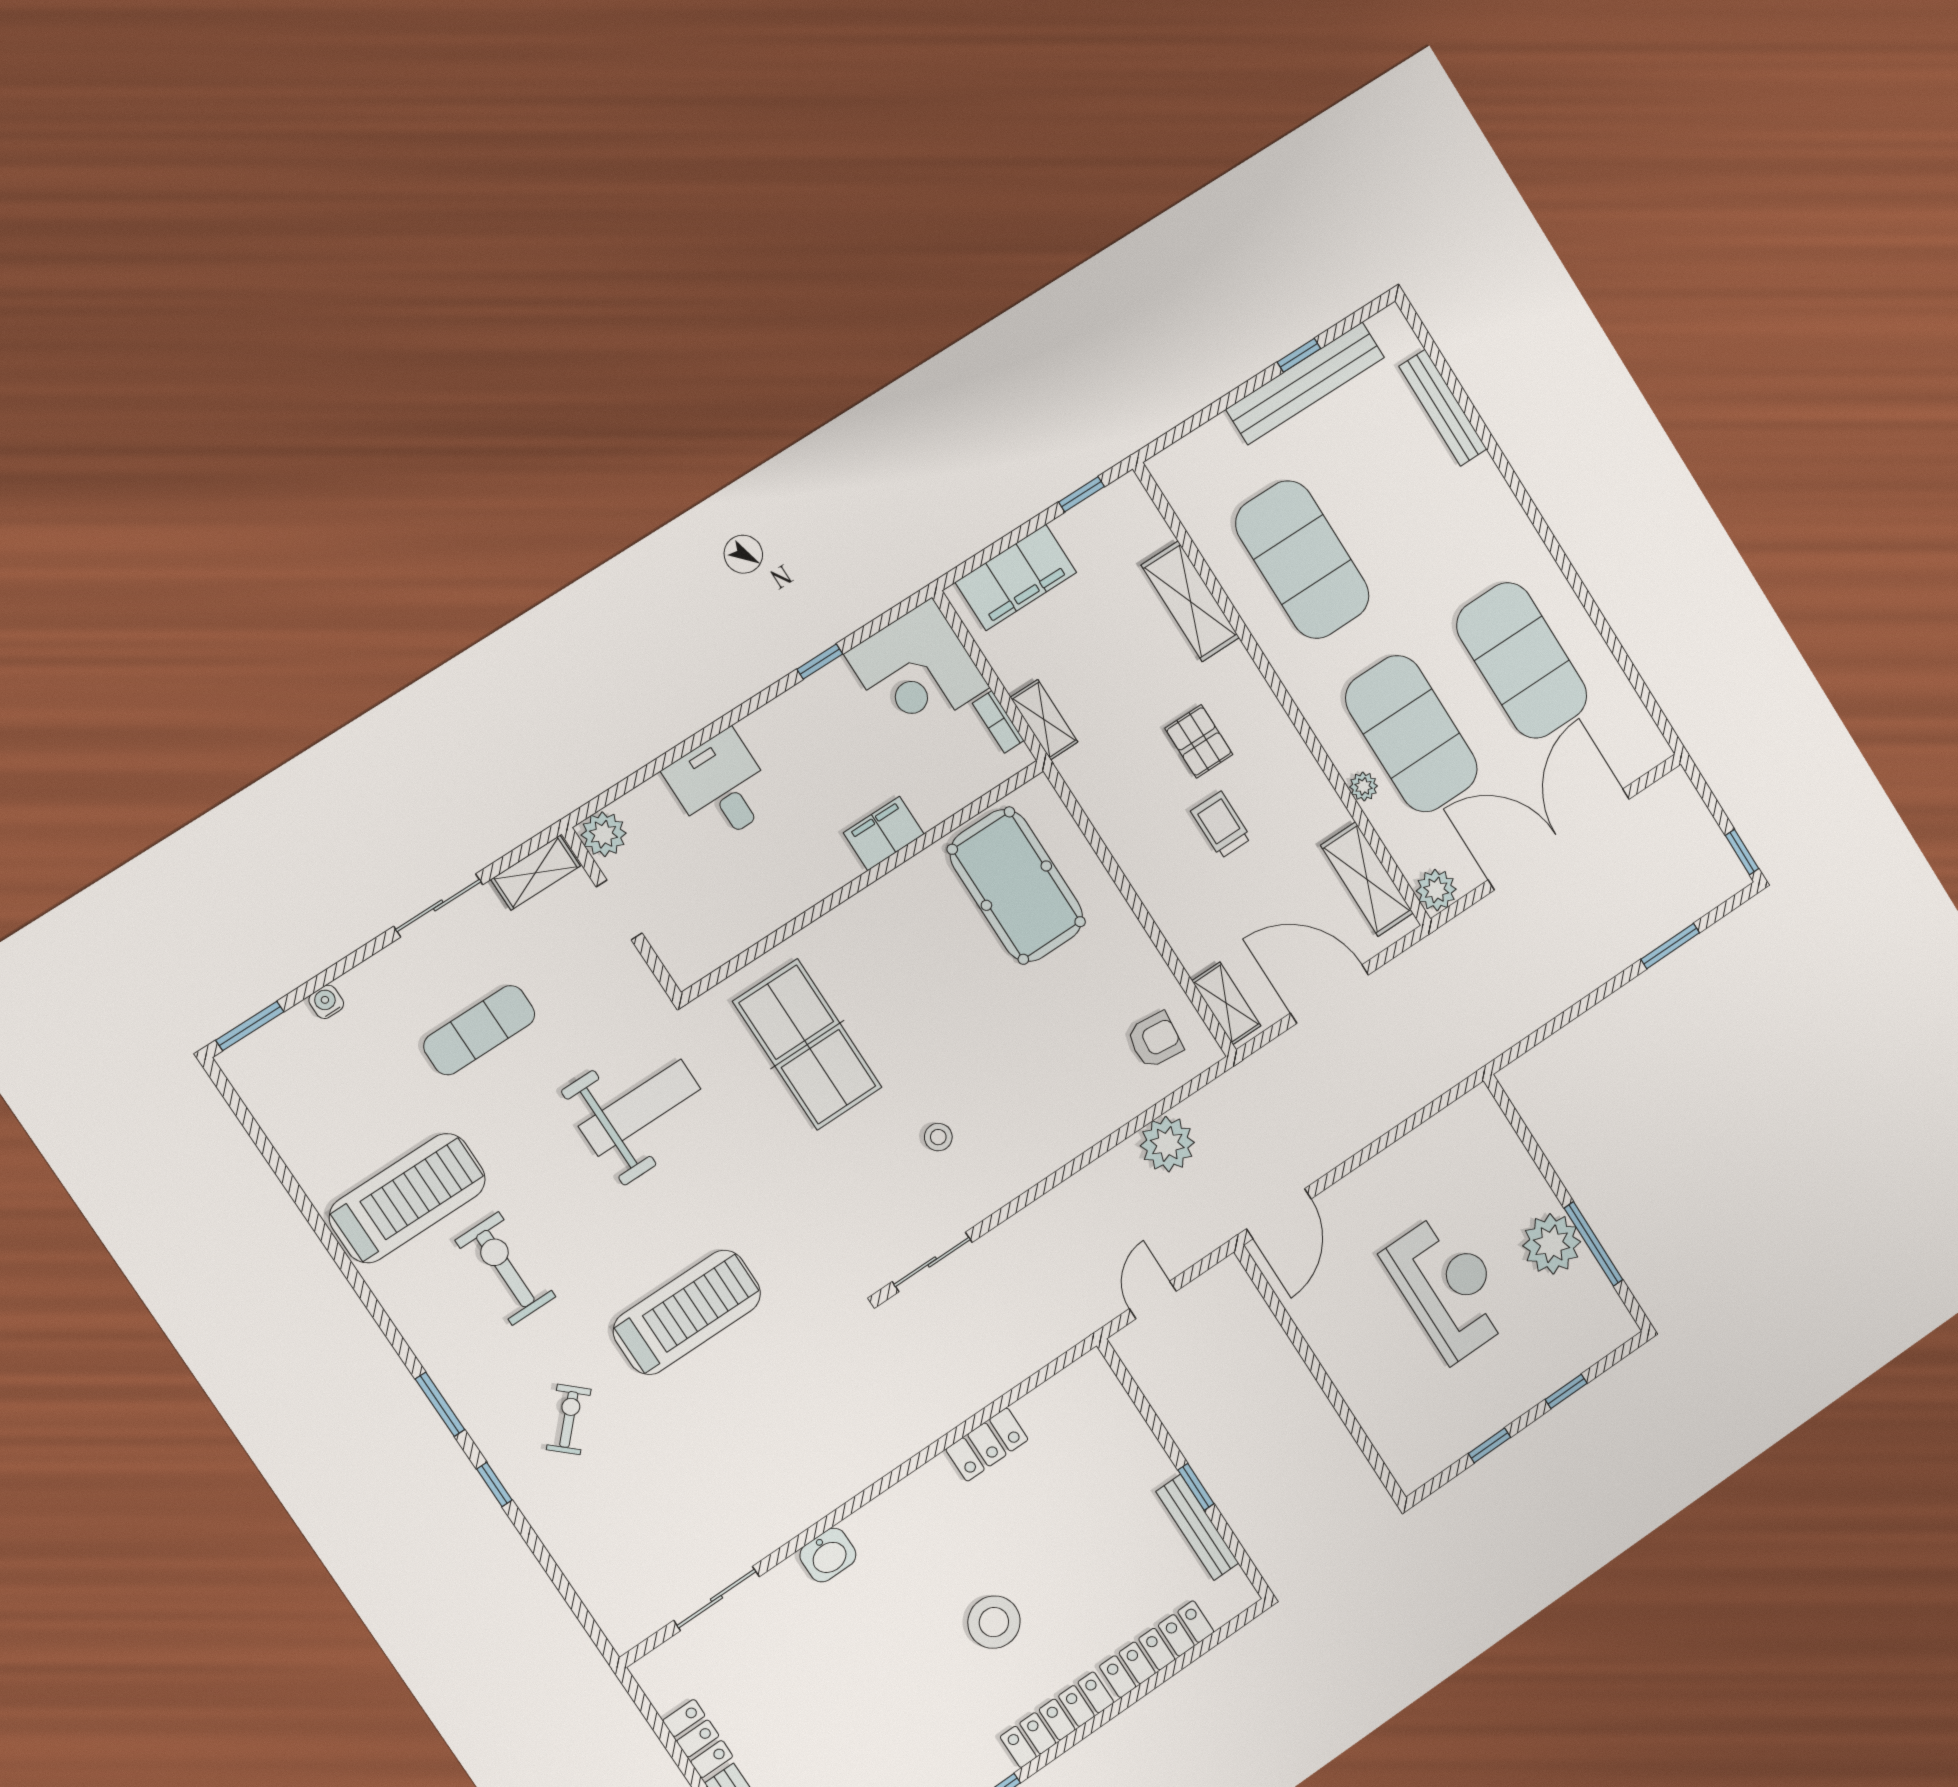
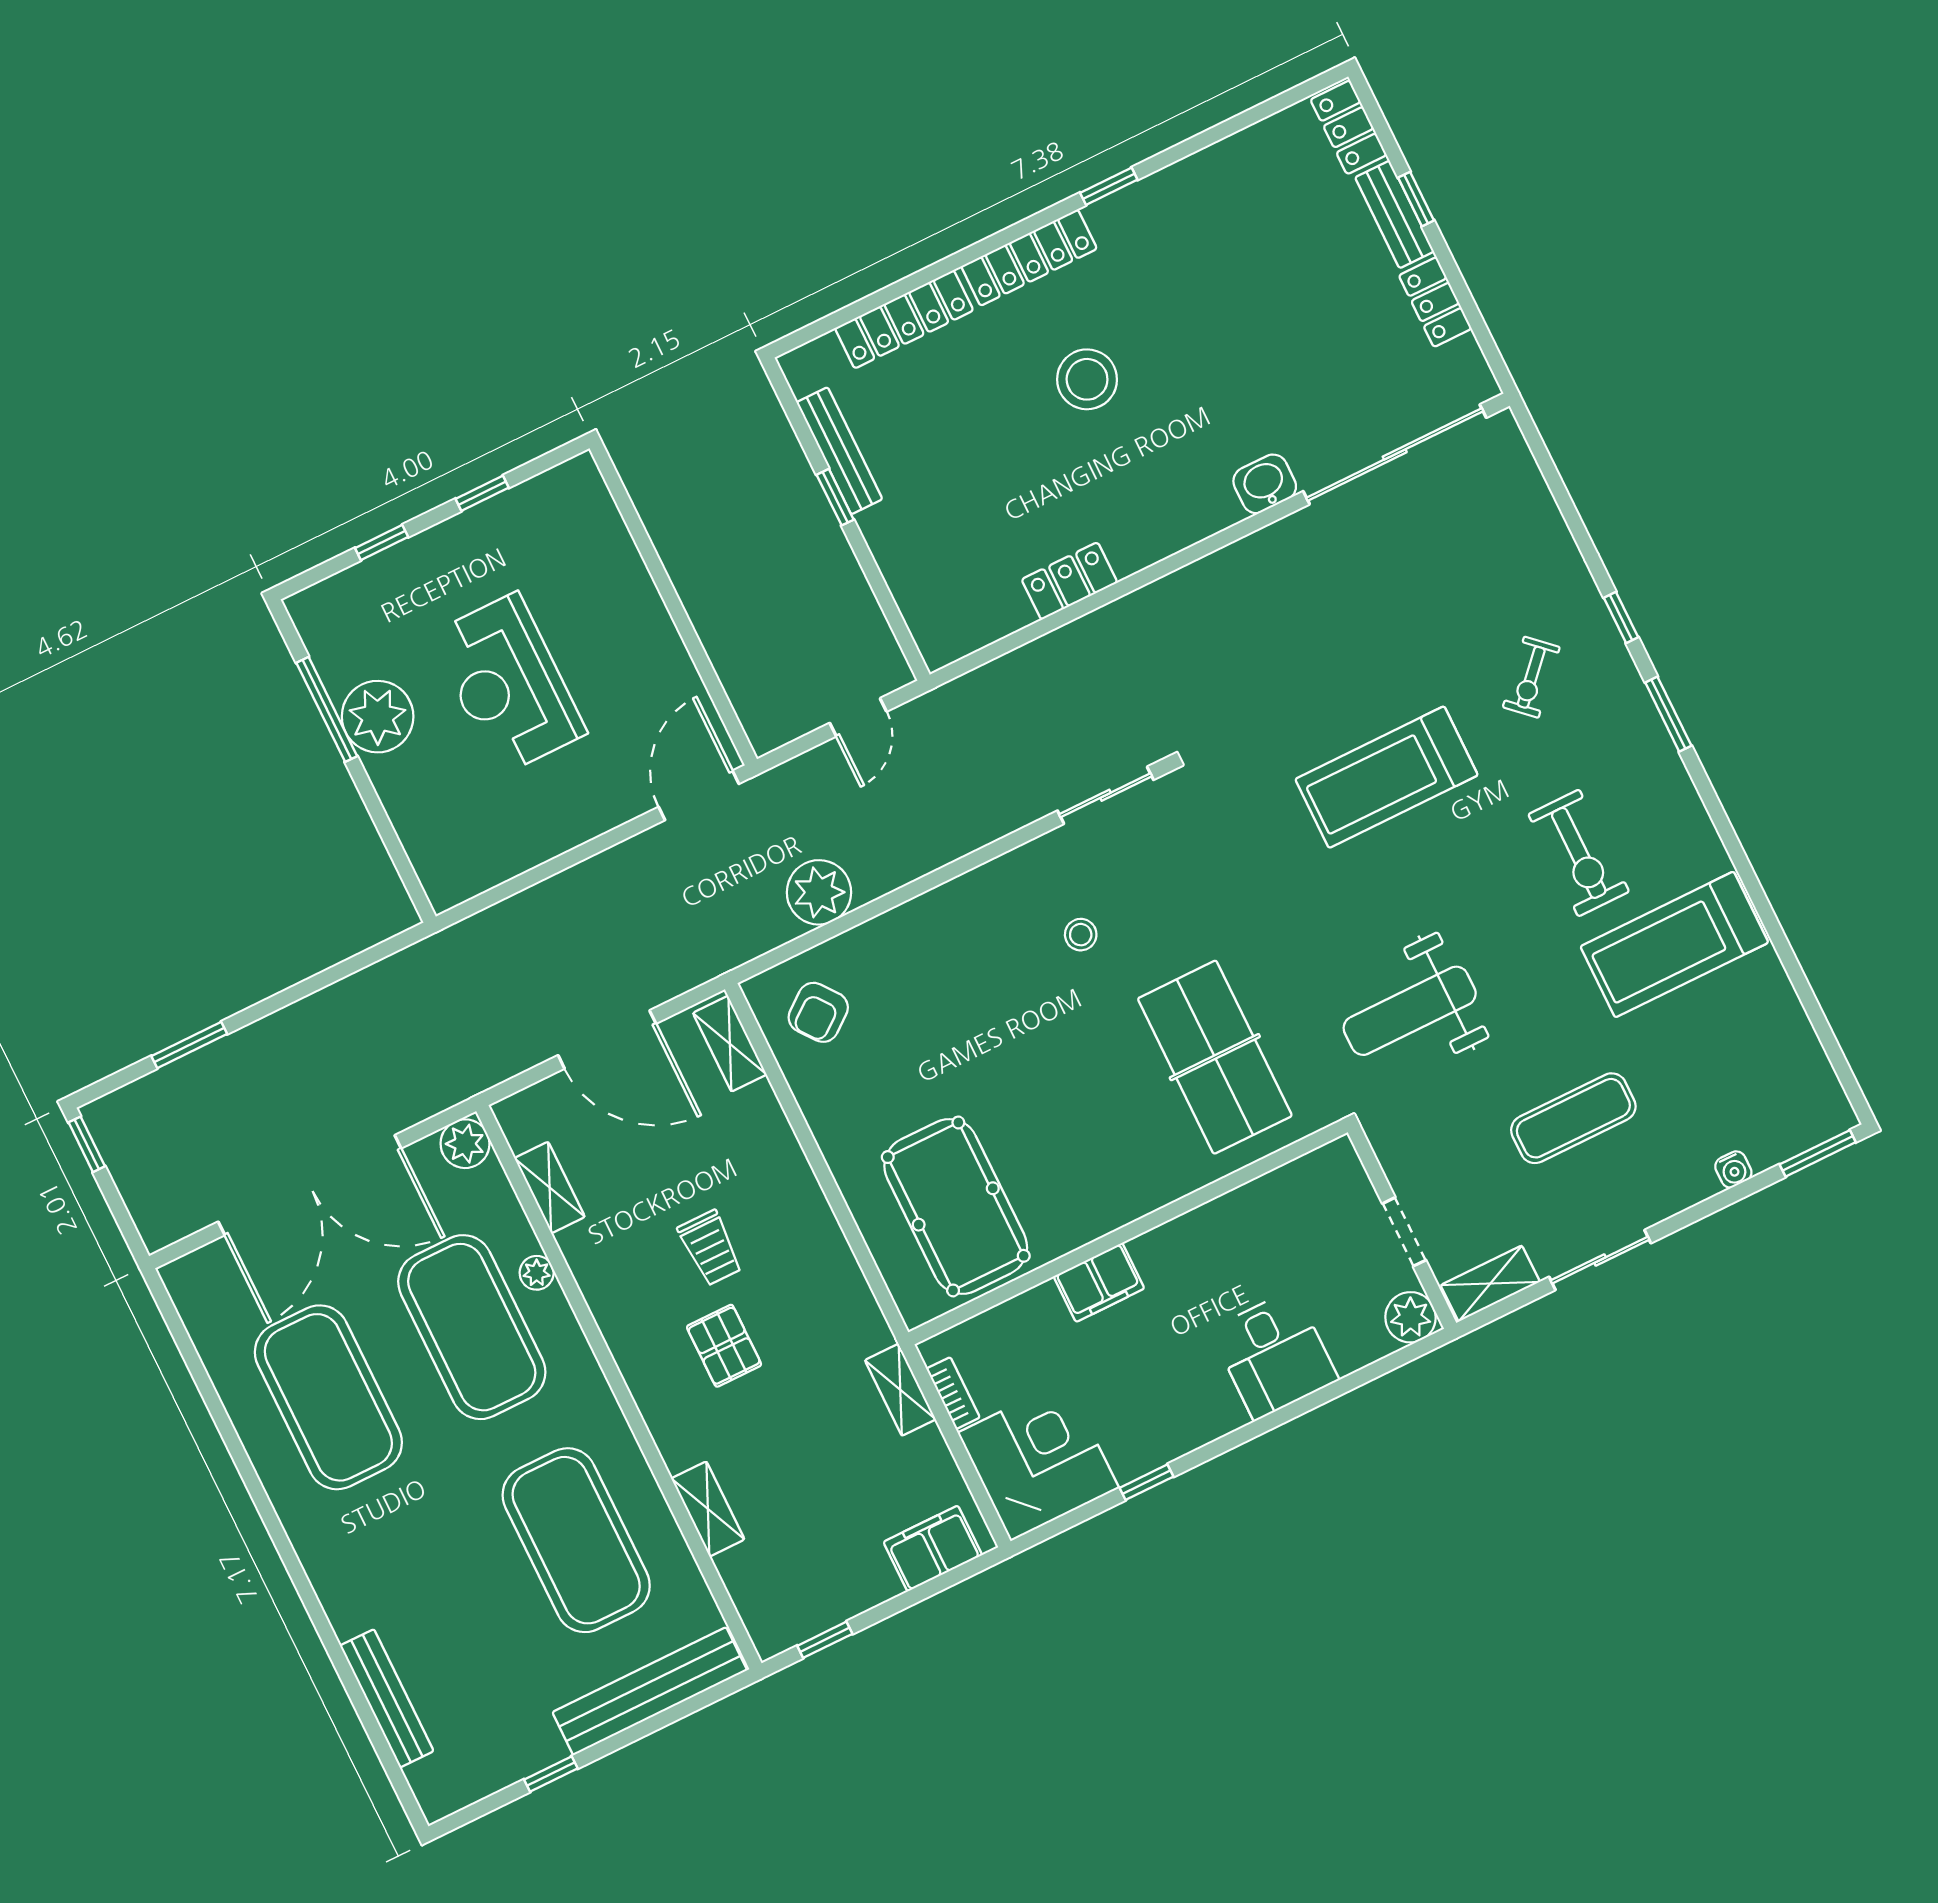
bench: (1305, 383) -> (650, 1691), moved
filing cabinet: (1016, 577) -> (933, 1548), width x0.67, depth x0.86
shelving: (1190, 601) -> (708, 1509), width x0.67, depth x0.75
shelving: (1367, 879) -> (550, 1188), width x0.67, depth x0.75
armchair: (1155, 1040) -> (818, 1012), turned -44
sliding door: (716, 1599) -> (1395, 454), width x1.86

